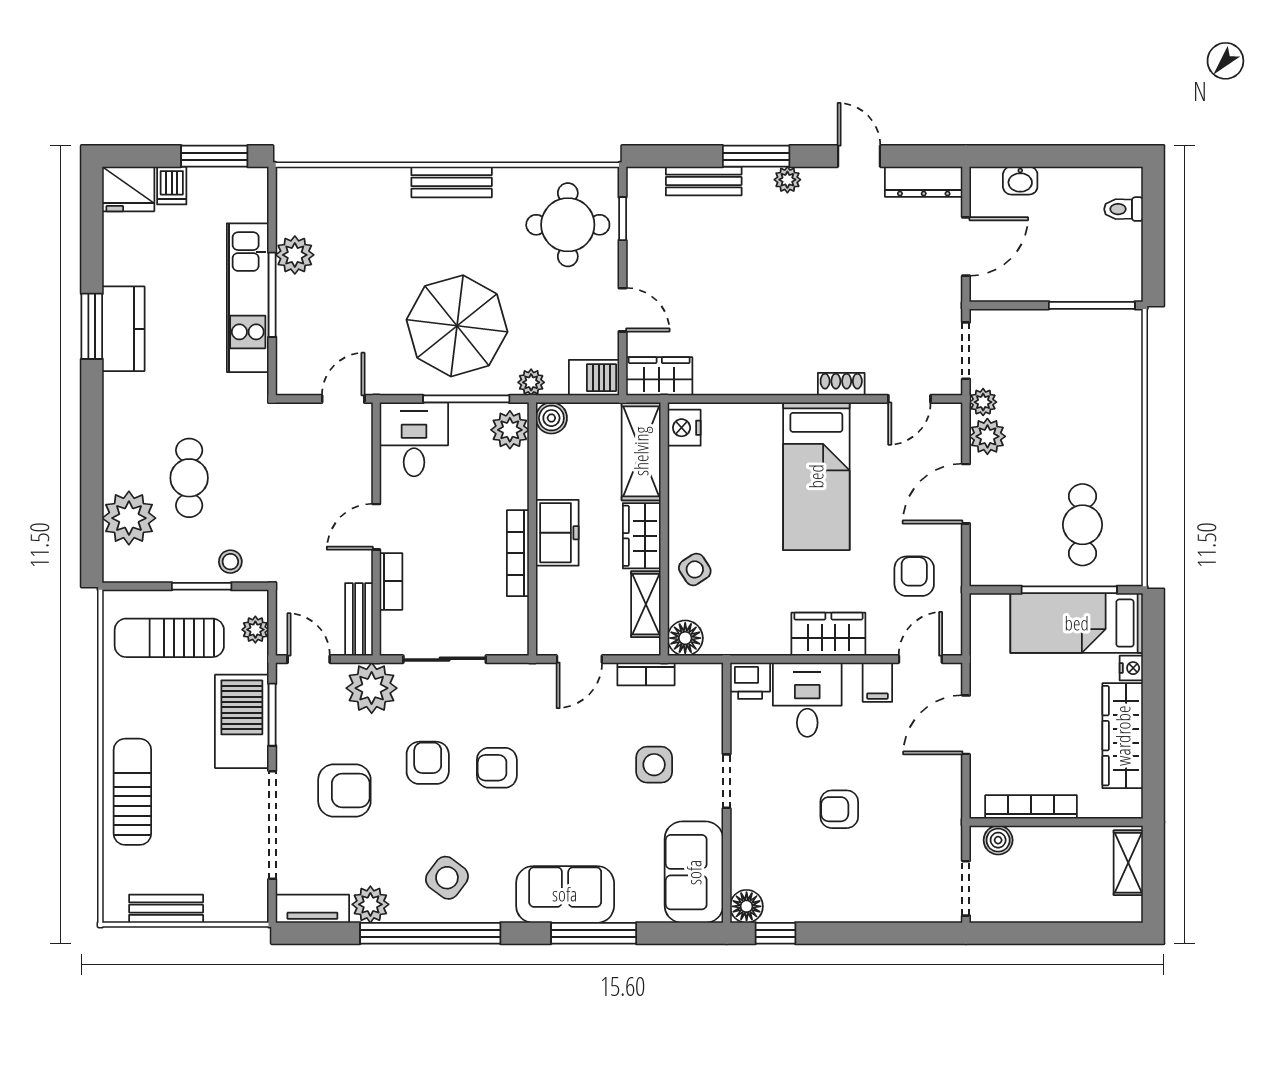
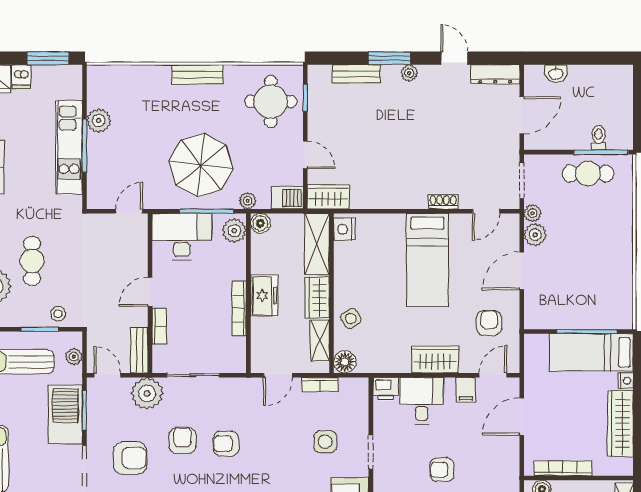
toilet: (1123, 209) -> (599, 138), moved, turned 90
desk: (414, 439) -> (182, 237), width x1.37
cafe table: (1083, 525) -> (588, 174), moved, turned 90

